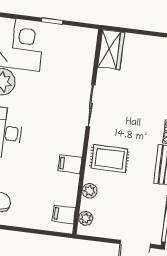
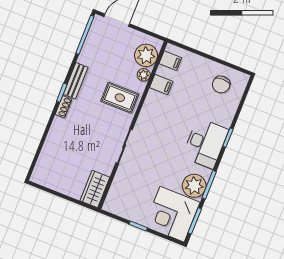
filing cabinet: (70, 164) -> (161, 84), moved
plant: (86, 218) -> (146, 55), width x1.87, depth x1.87

